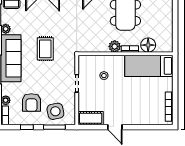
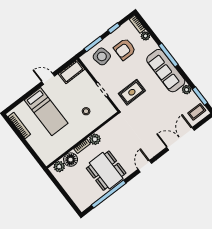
plant: (162, 46) -> (59, 167), added
rug: (45, 49) -> (132, 92), moved, turned 90
bed: (149, 66) -> (46, 112), moved, turned 90
armchair: (31, 103) -> (125, 49), turned -90

